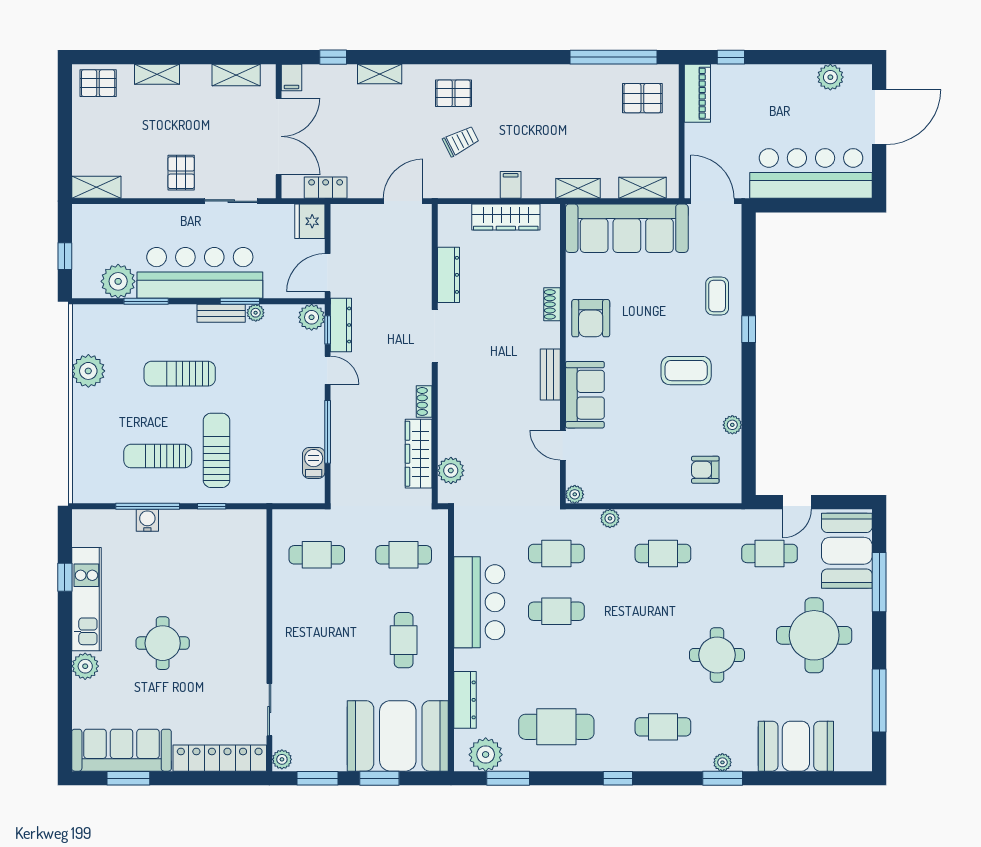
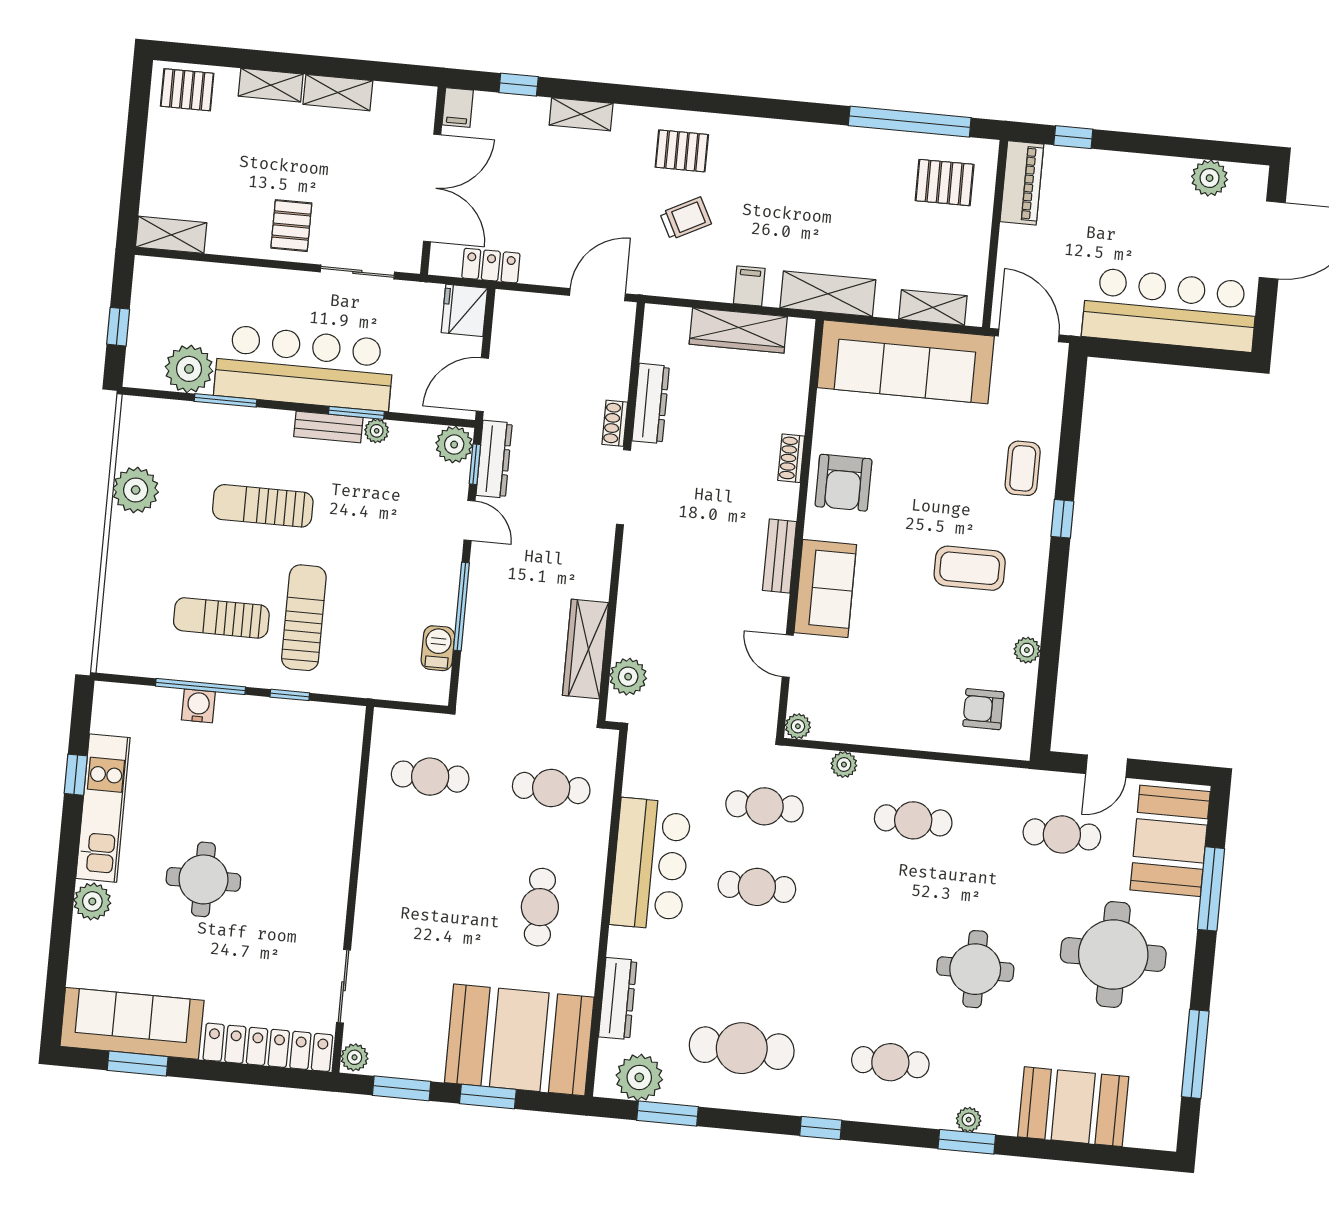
shelving: (236, 75) -> (338, 93), moved
shelving: (578, 188) -> (828, 294), width x1.50, depth x1.33
shoe rack: (424, 401) -> (615, 423), moved

